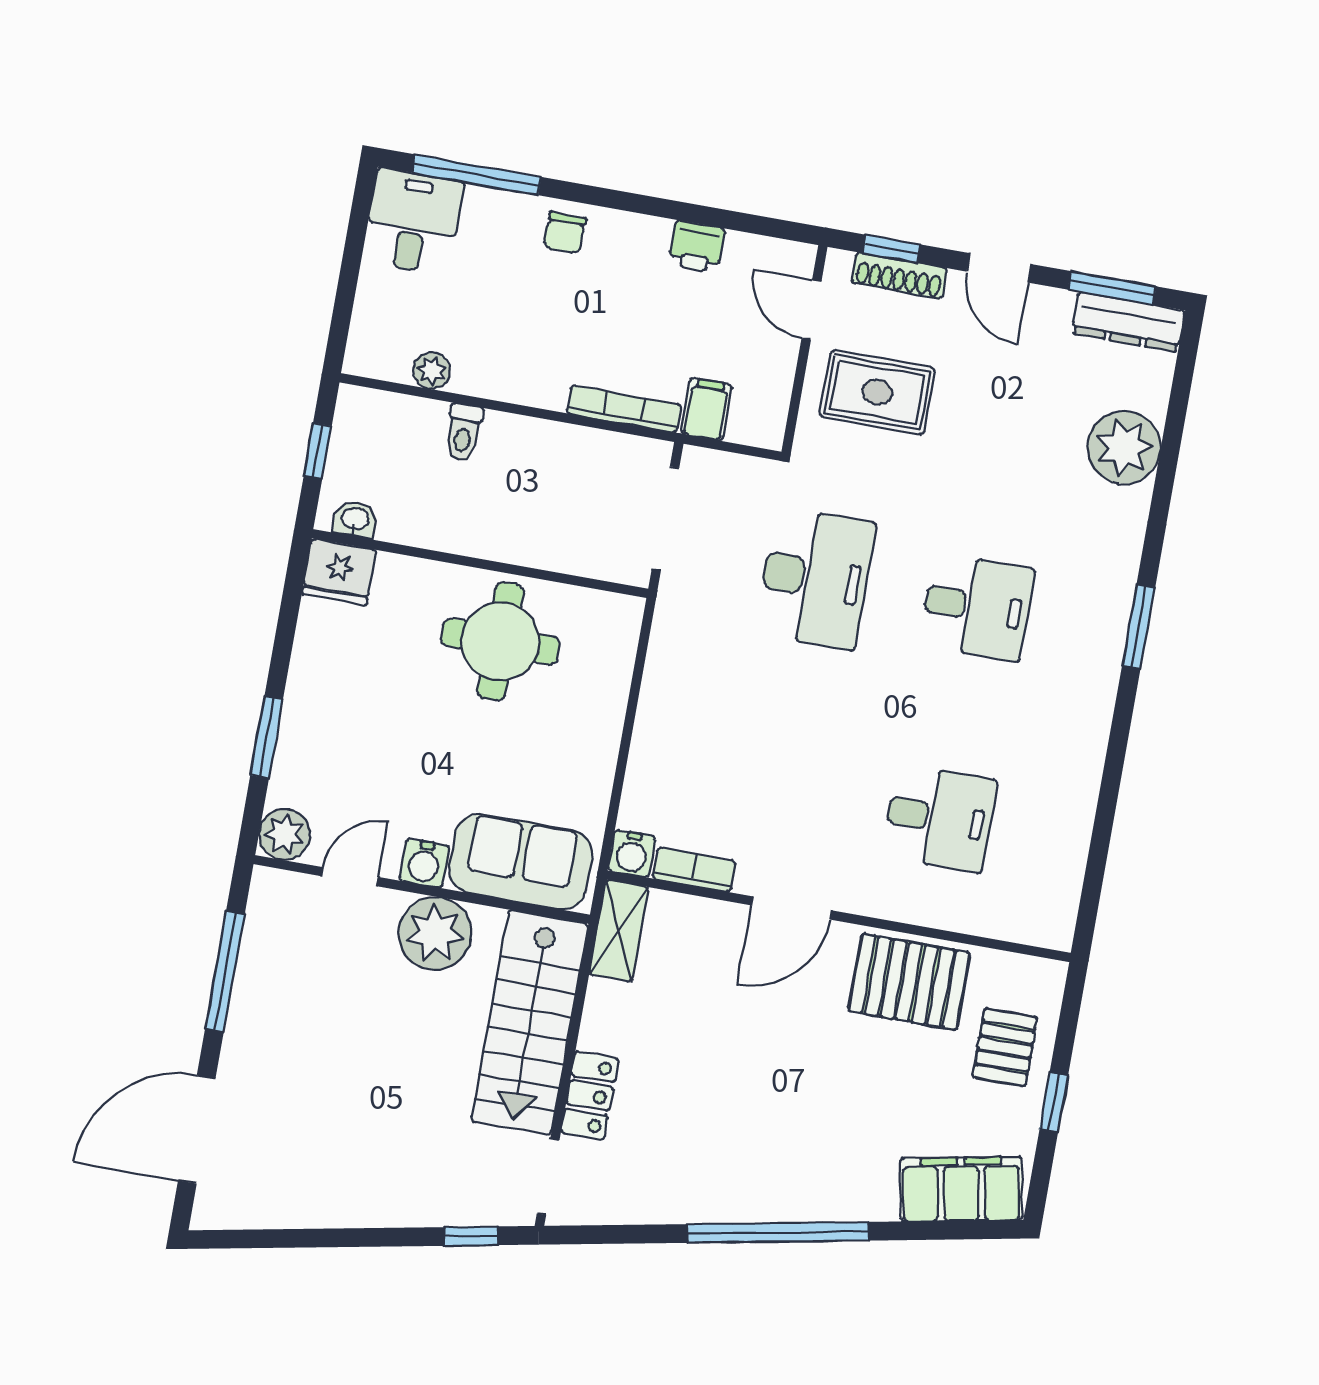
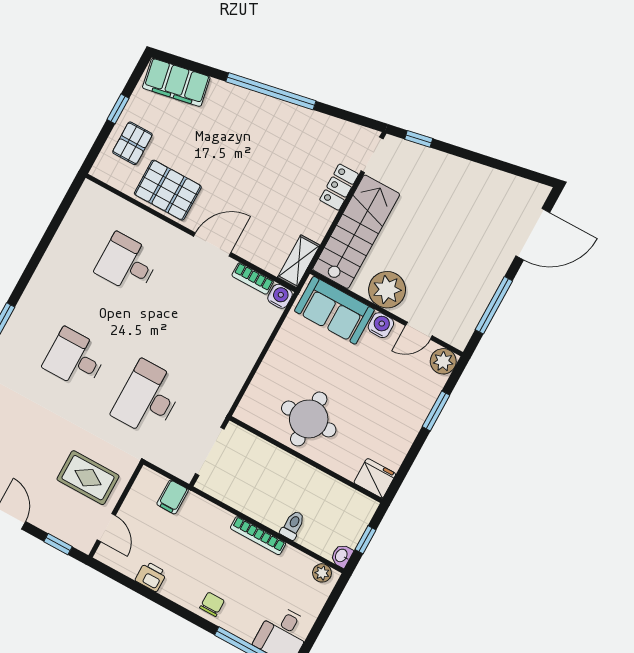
shoe rack: (899, 276) -> (59, 530), removed
plant: (432, 371) -> (322, 573), moved
bookcase: (624, 409) -> (258, 536), moved
washbasin: (355, 519) -> (342, 556), moved, turned 90

